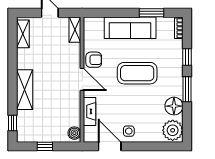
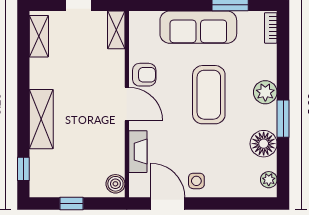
window: (187, 57) -> (283, 71), removed
plant: (175, 72) -> (265, 92), added
coffee table: (137, 73) -> (209, 95), turned 90
plant: (173, 130) -> (269, 180), width x0.53, depth x0.53

